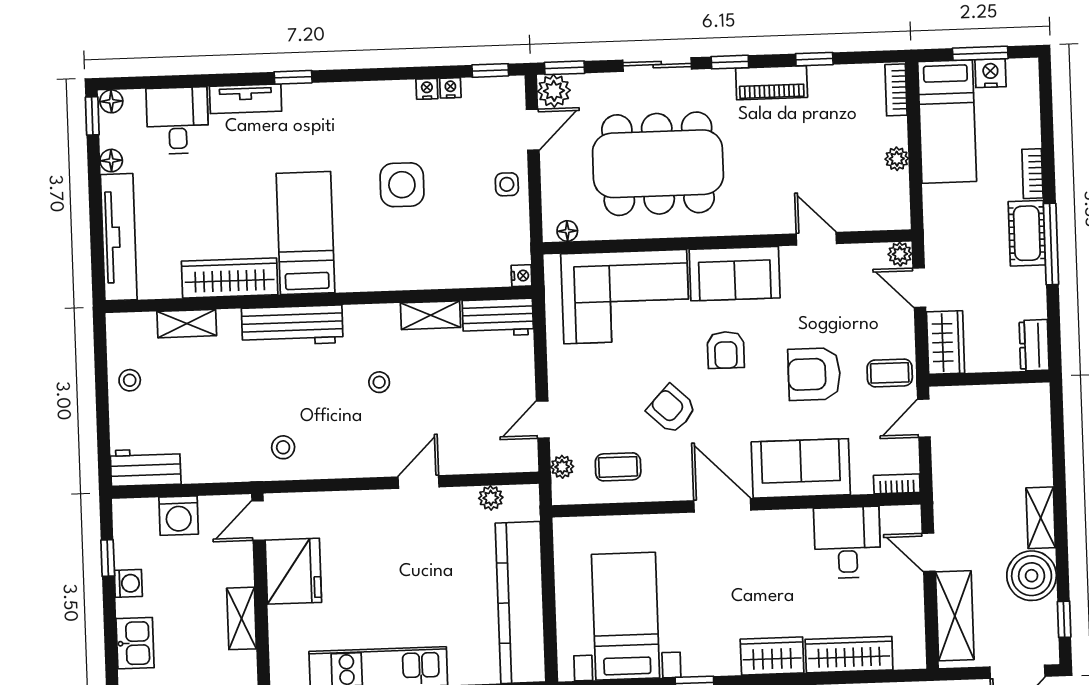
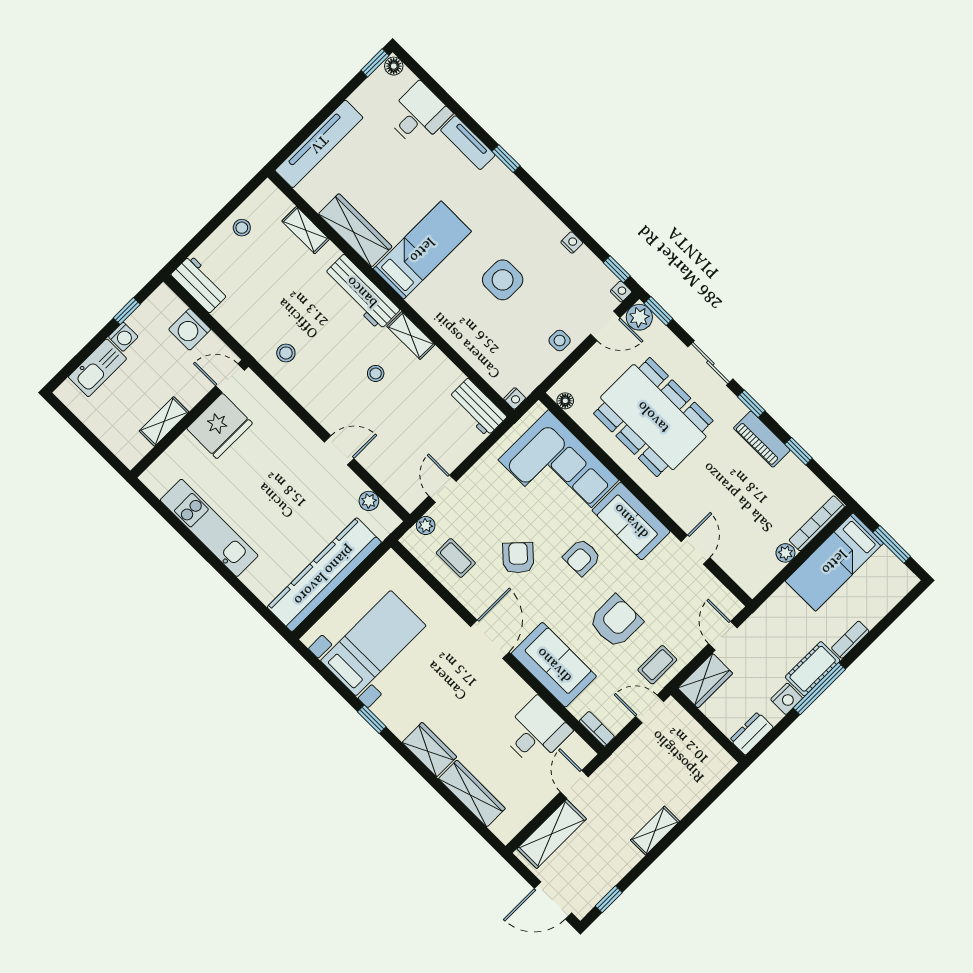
nightstand: (990, 73) -> (787, 699), moved, turned 90
nightstand: (450, 88) -> (621, 292), moved
bookcase: (896, 90) -> (817, 523), width x1.56
floor lamp: (111, 161) -> (359, 98), removed
plant: (900, 254) -> (732, 606), removed
shelving: (430, 315) -> (411, 336), moved
coffee table: (890, 373) -> (657, 665), turned 90
armchair: (814, 374) -> (616, 622), turned 90
door: (543, 420) -> (443, 489), hinge flipped
boiler: (1032, 576) -> (616, 857), removed
kitchen sink: (135, 643) -> (97, 368), width x1.38

